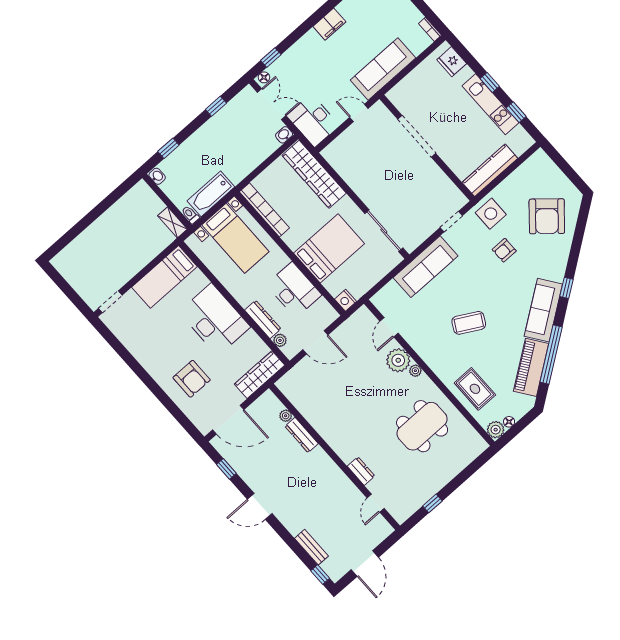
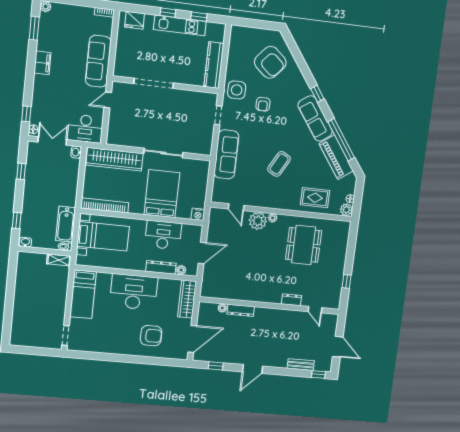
sliding door: (384, 231) -> (163, 153), moved

